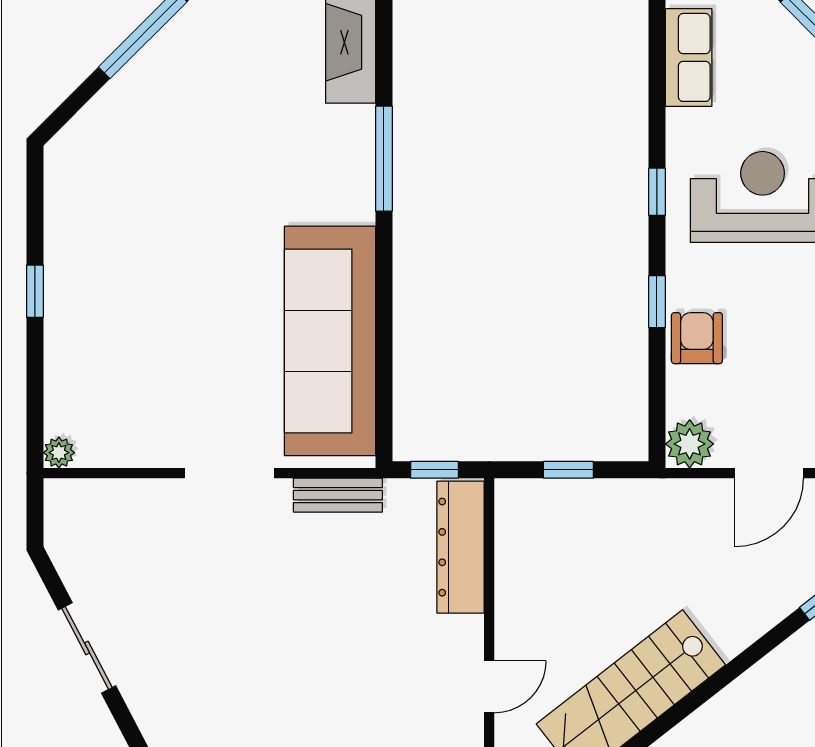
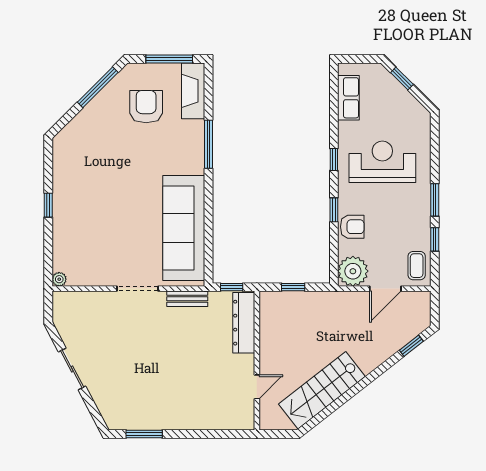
armchair: (248, 77) -> (146, 107), added
armchair: (697, 338) -> (352, 227), turned 90
plant: (690, 444) -> (353, 271), width x1.36, depth x1.36

